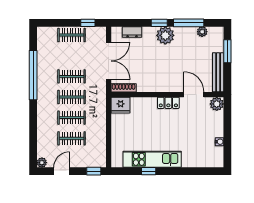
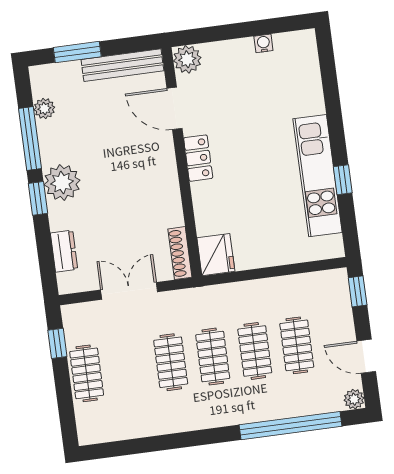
double door: (109, 61) -> (129, 291), width x0.73
window: (33, 75) -> (291, 426), moved
door: (194, 95) -> (174, 108), hinge flipped

